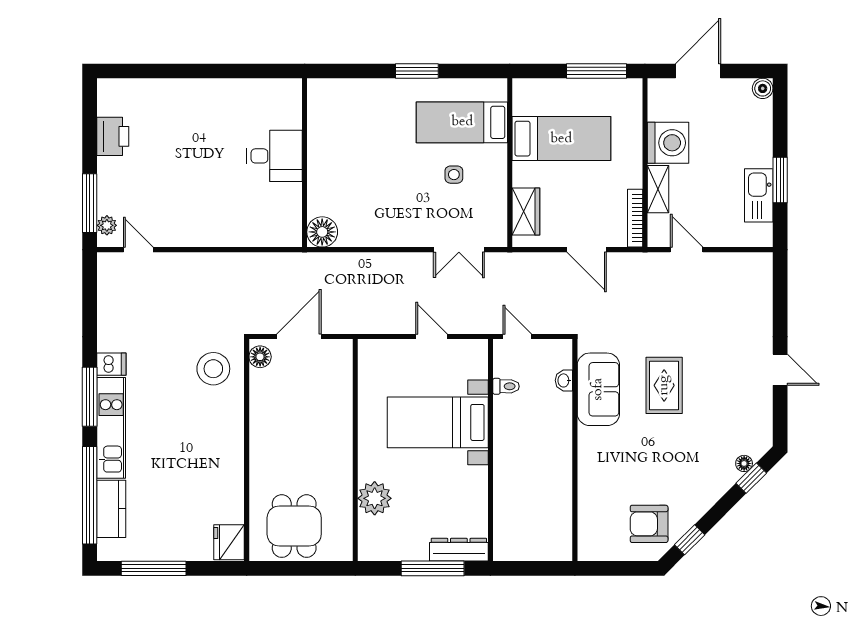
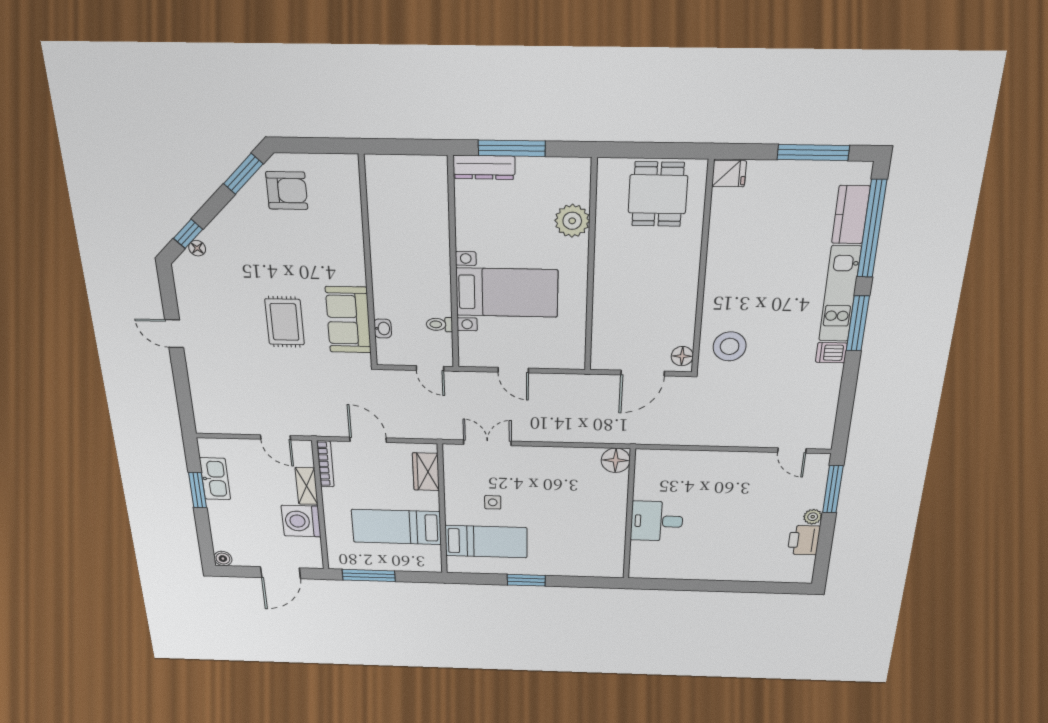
plant: (107, 225) -> (813, 517), moved
window: (690, 540) -> (243, 174), width x1.50
fridge: (229, 542) -> (729, 174), width x0.72

